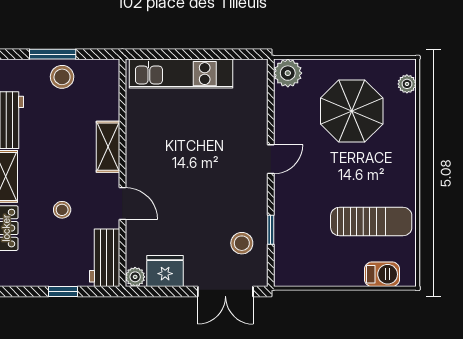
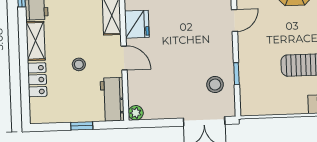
fridge: (165, 271) -> (137, 24), moved, turned 90

